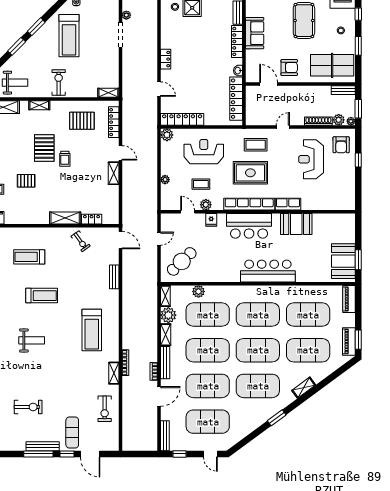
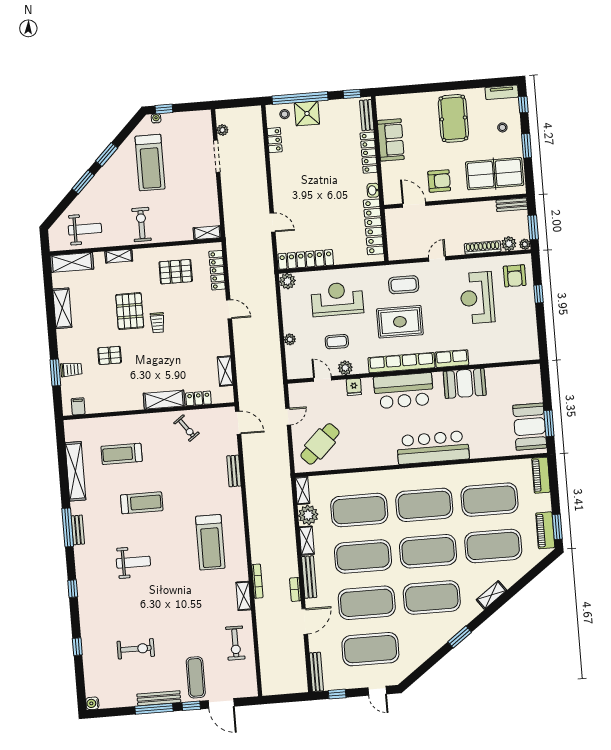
locker: (166, 59) -> (275, 140), moved
shelving: (114, 173) -> (225, 371), moved
plant: (198, 291) -> (345, 481), removed

